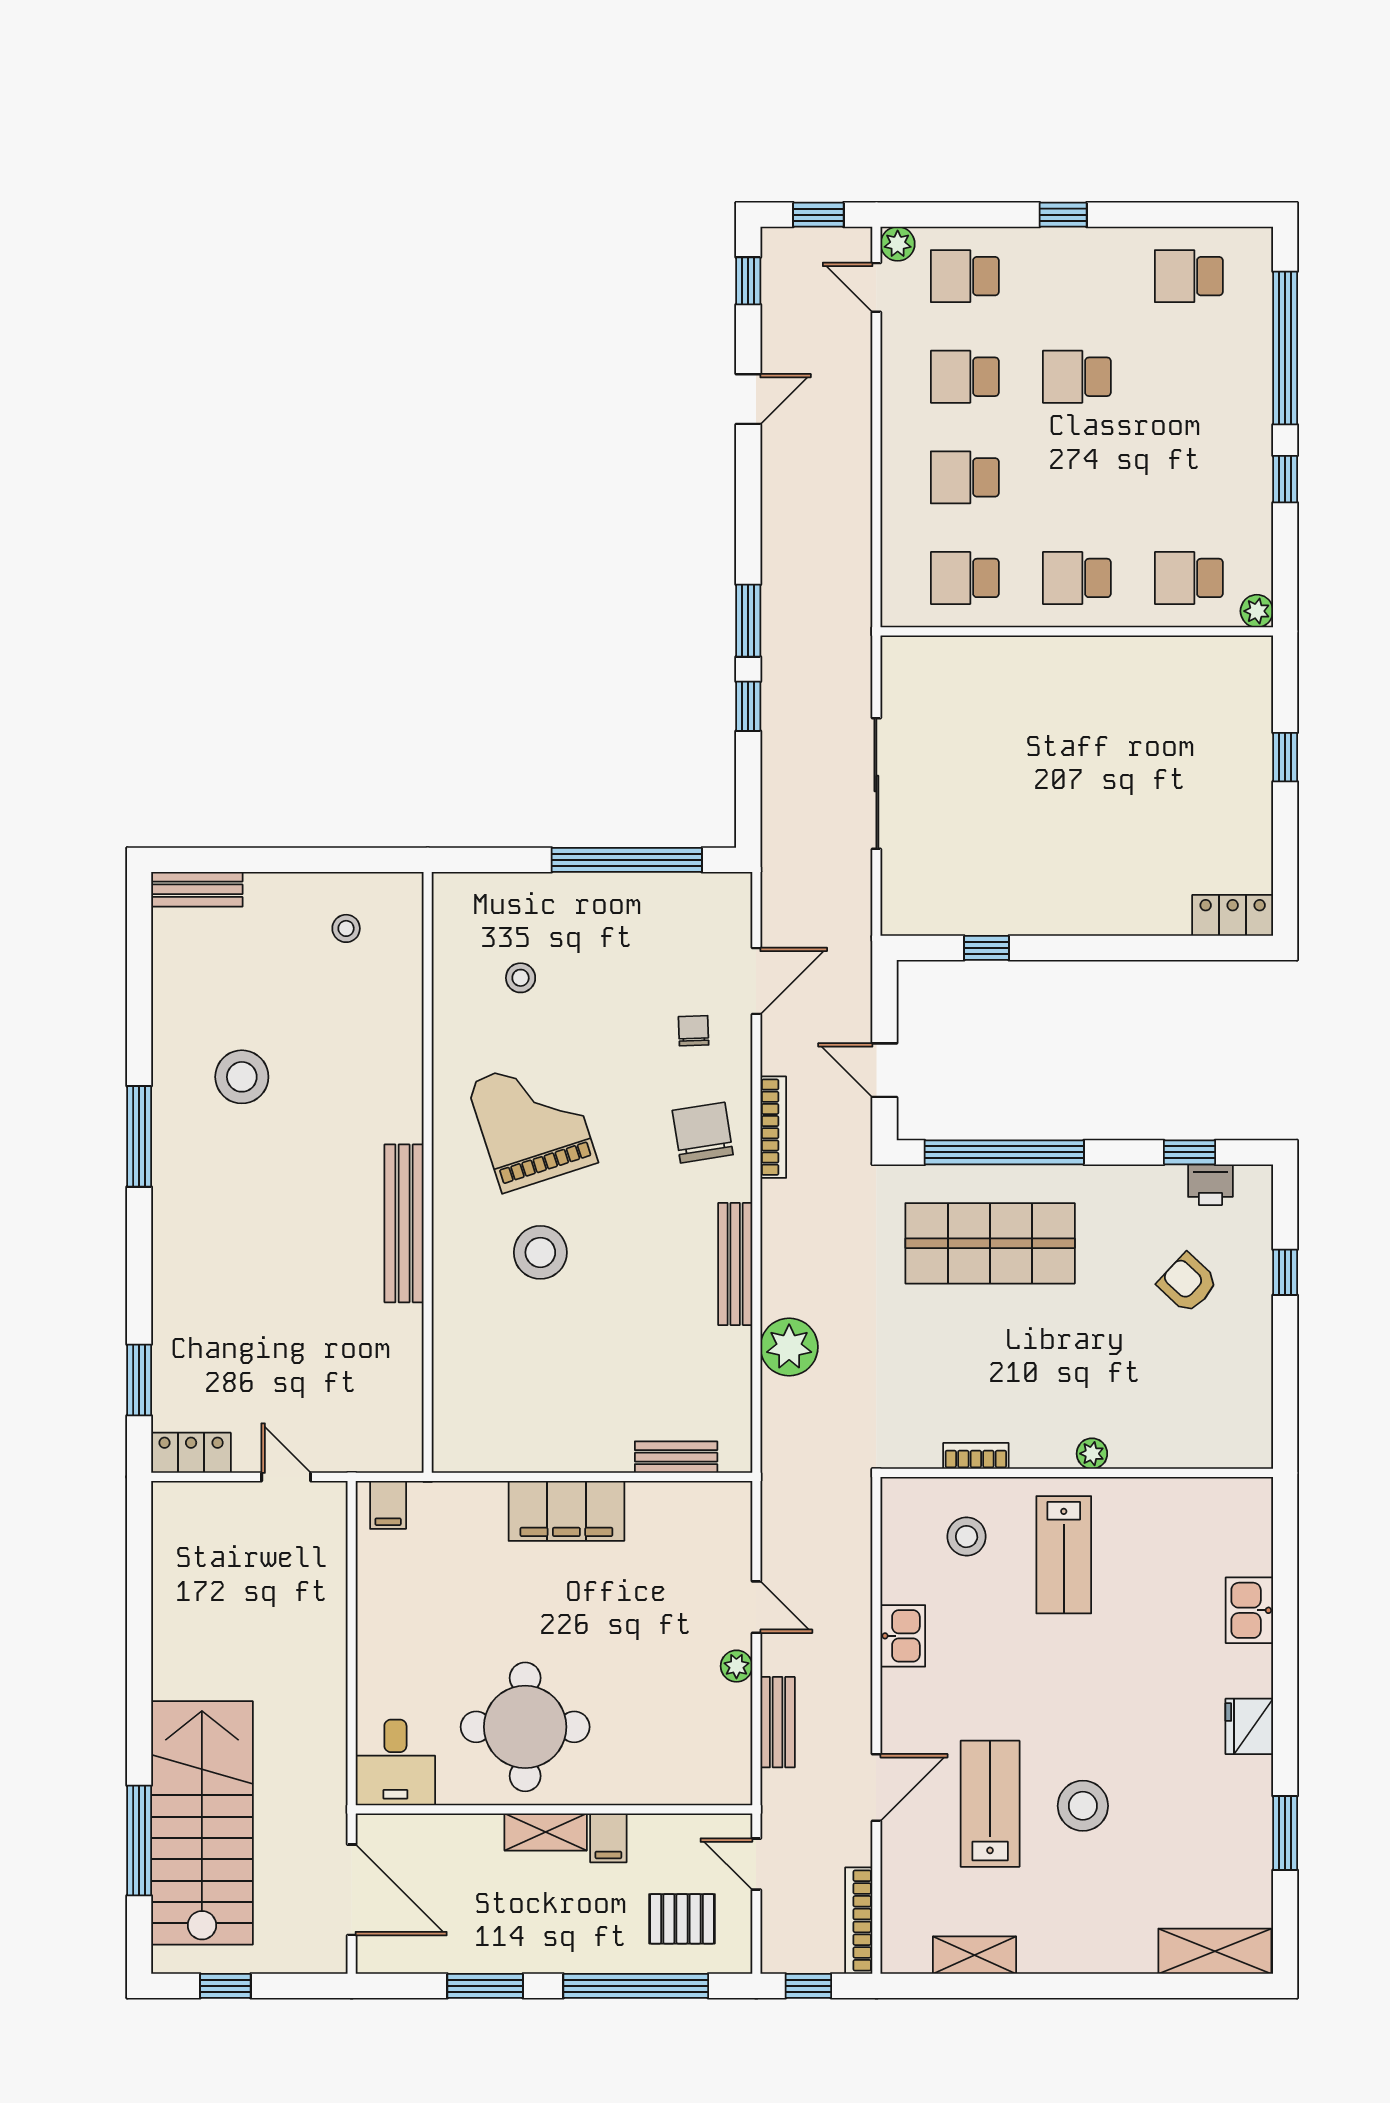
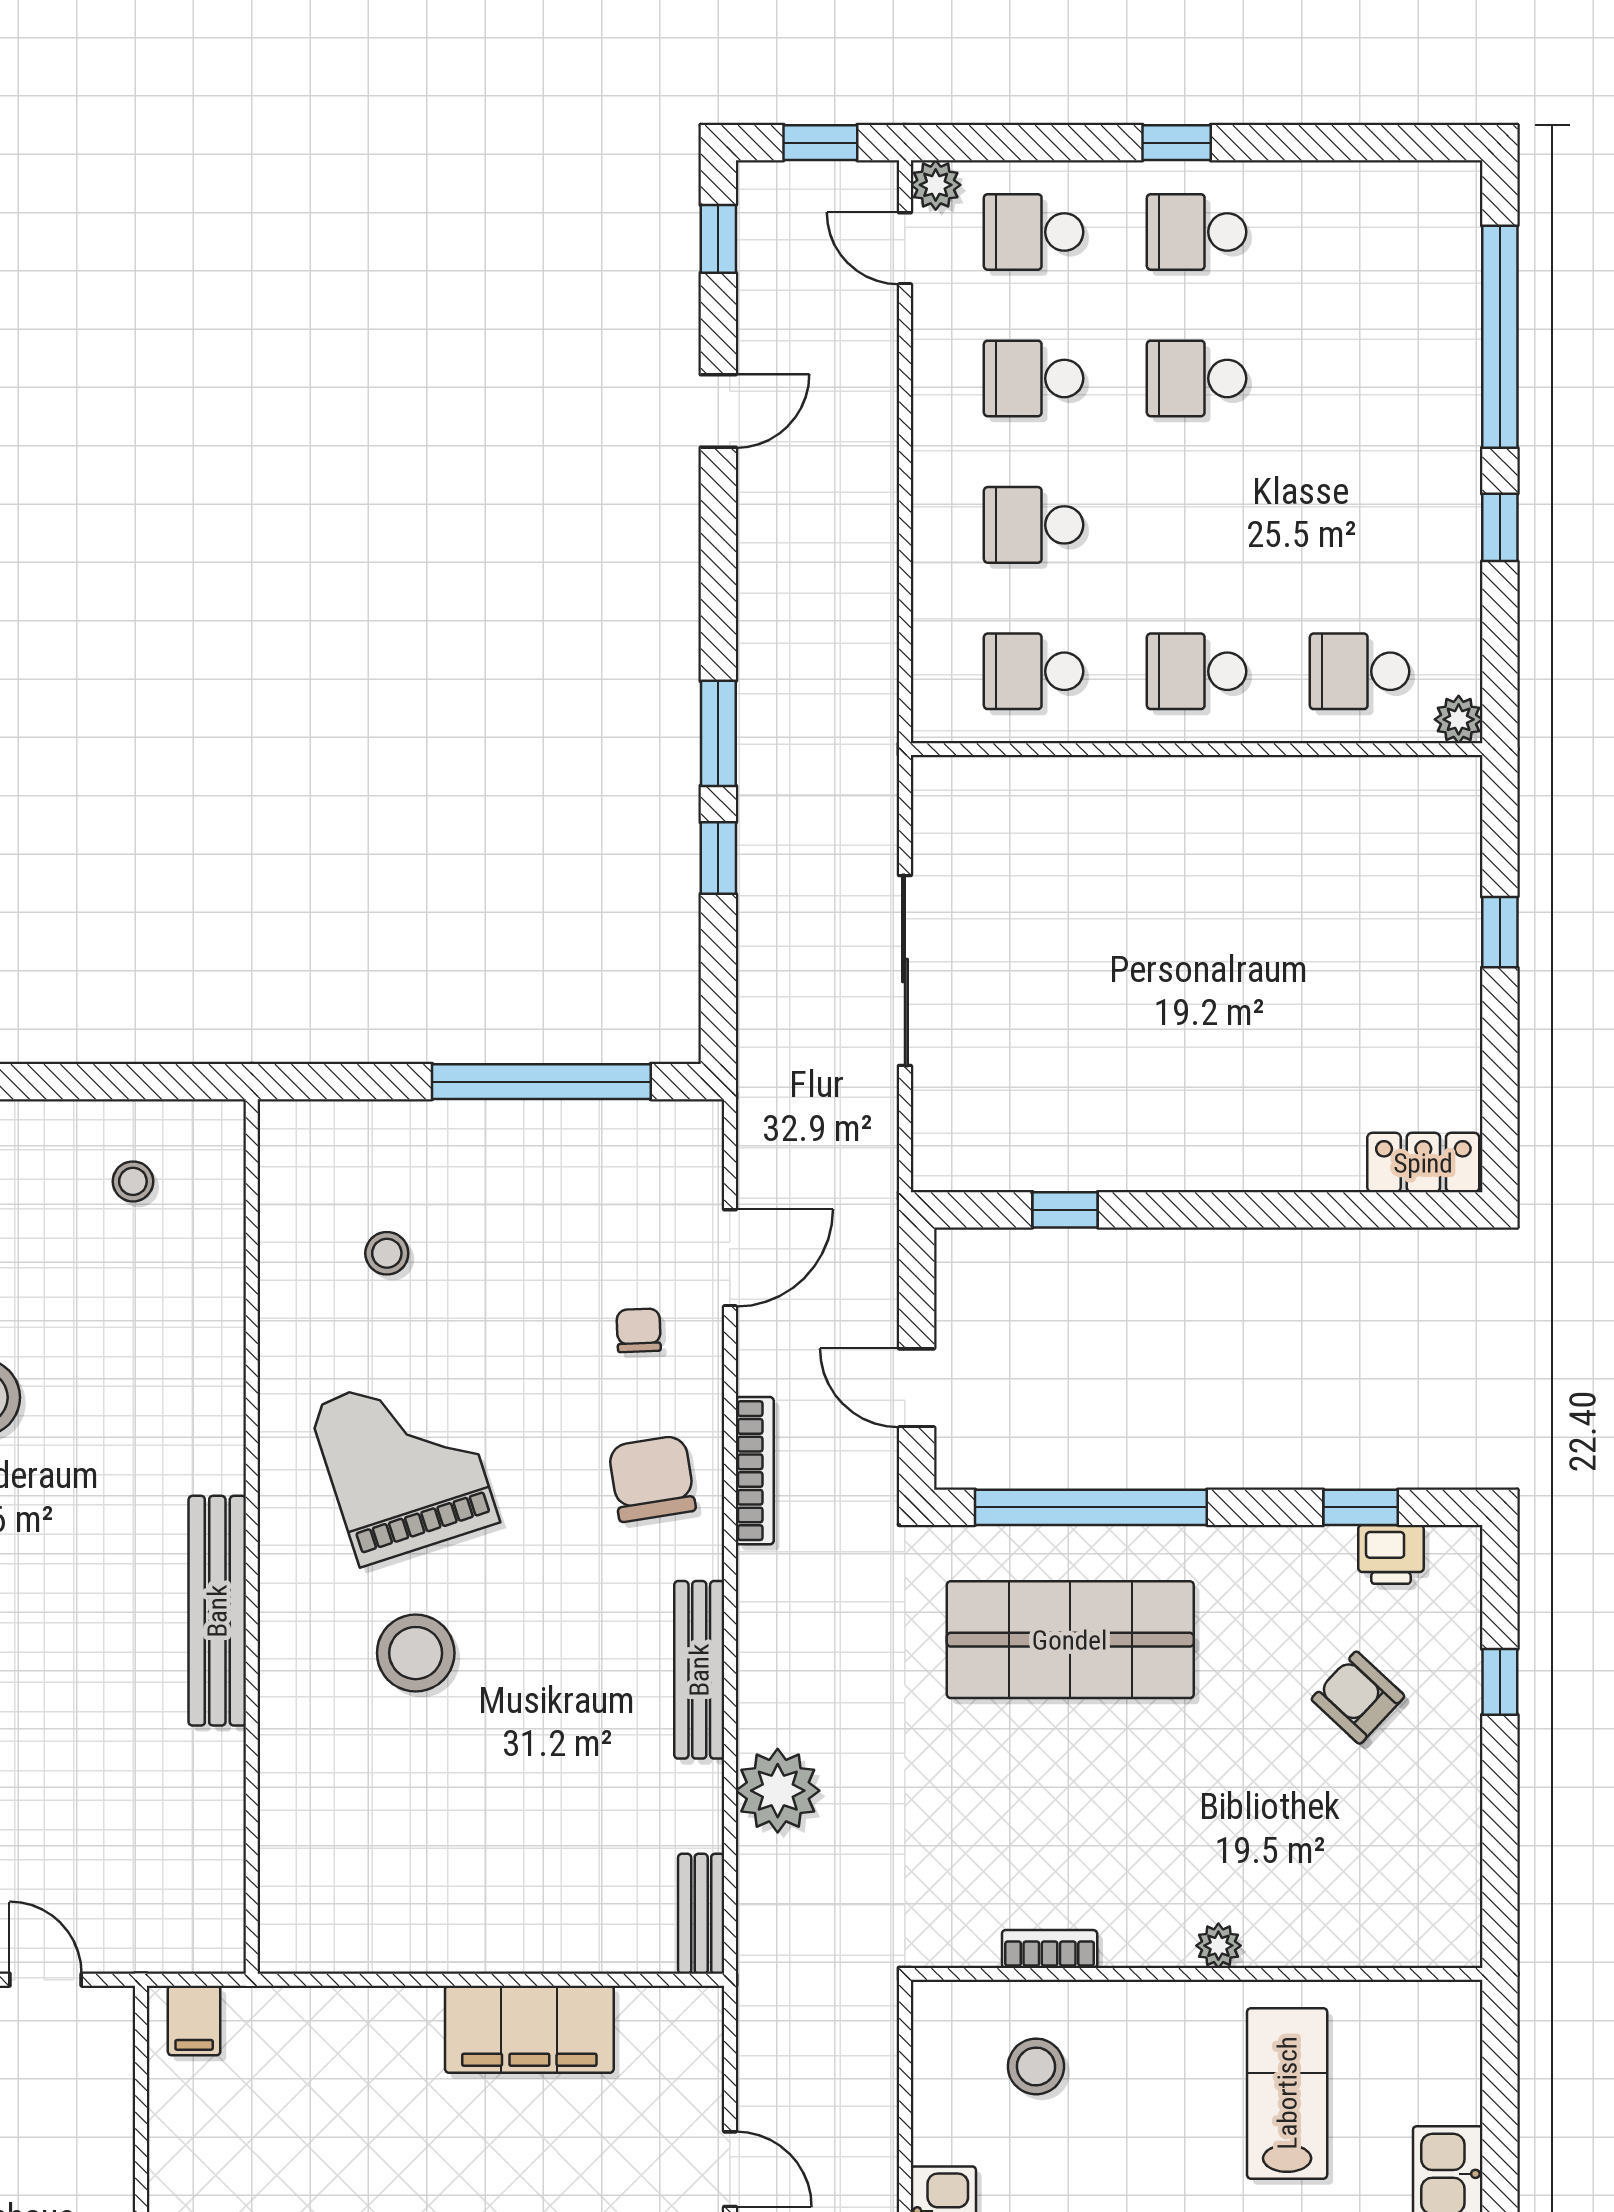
school desk: (1189, 276) -> (1197, 232), moved
bench: (676, 1457) -> (701, 1914), moved, turned 90
filing cabinet: (566, 1511) -> (529, 2029), moved
lab bench: (1064, 1555) -> (1287, 2093), moved, turned 180

